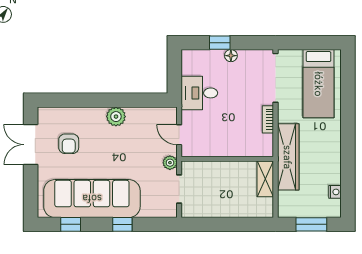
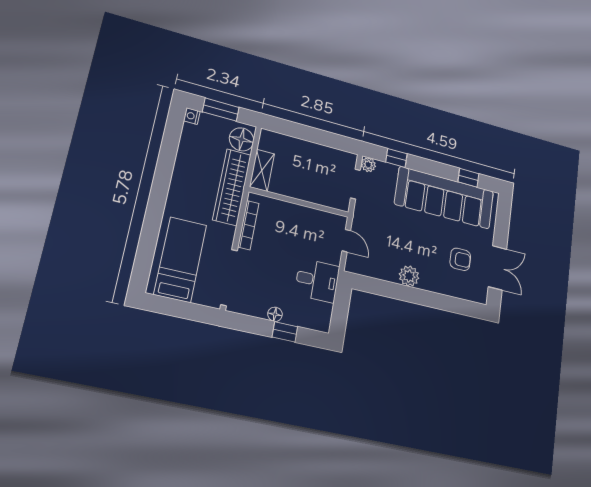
bookcase: (268, 119) -> (248, 225), width x1.56
armchair: (69, 144) -> (460, 259), turned 90
plant: (170, 163) -> (368, 165), moved
nightstand: (335, 192) -> (192, 116), moved
floor lamp: (288, 202) -> (242, 139), added
window: (122, 224) -> (396, 158), moved

